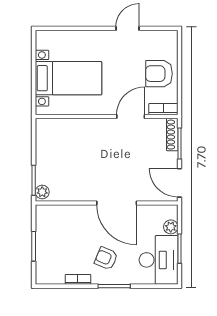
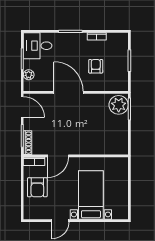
armchair: (159, 74) -> (37, 187), turned 90
bed with nightstands: (68, 78) -> (91, 195), moved, turned 90
plant: (42, 192) -> (119, 105), width x1.88, depth x1.88
armchair: (106, 258) -> (96, 66), moved, turned -113
desk: (159, 260) -> (38, 46), width x0.73

